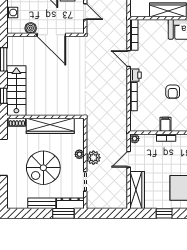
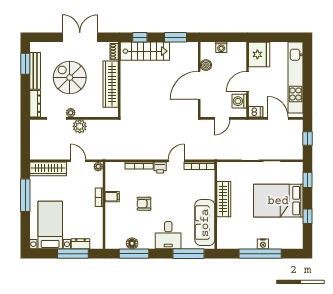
plant: (79, 154) -> (71, 113), moved
bench: (42, 203) -> (35, 71), width x1.36
window: (63, 213) -> (25, 64), moved
window: (164, 213) -> (25, 195), width x2.17

